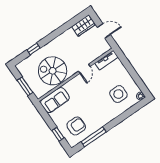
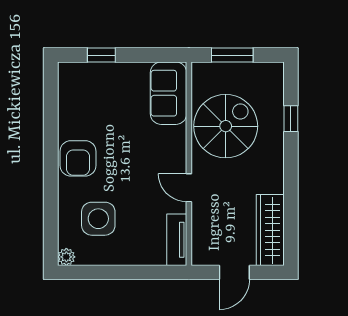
wardrobe: (84, 25) -> (270, 230), width x1.50
armchair: (76, 126) -> (78, 158), moved
window: (94, 137) -> (51, 118), removed

